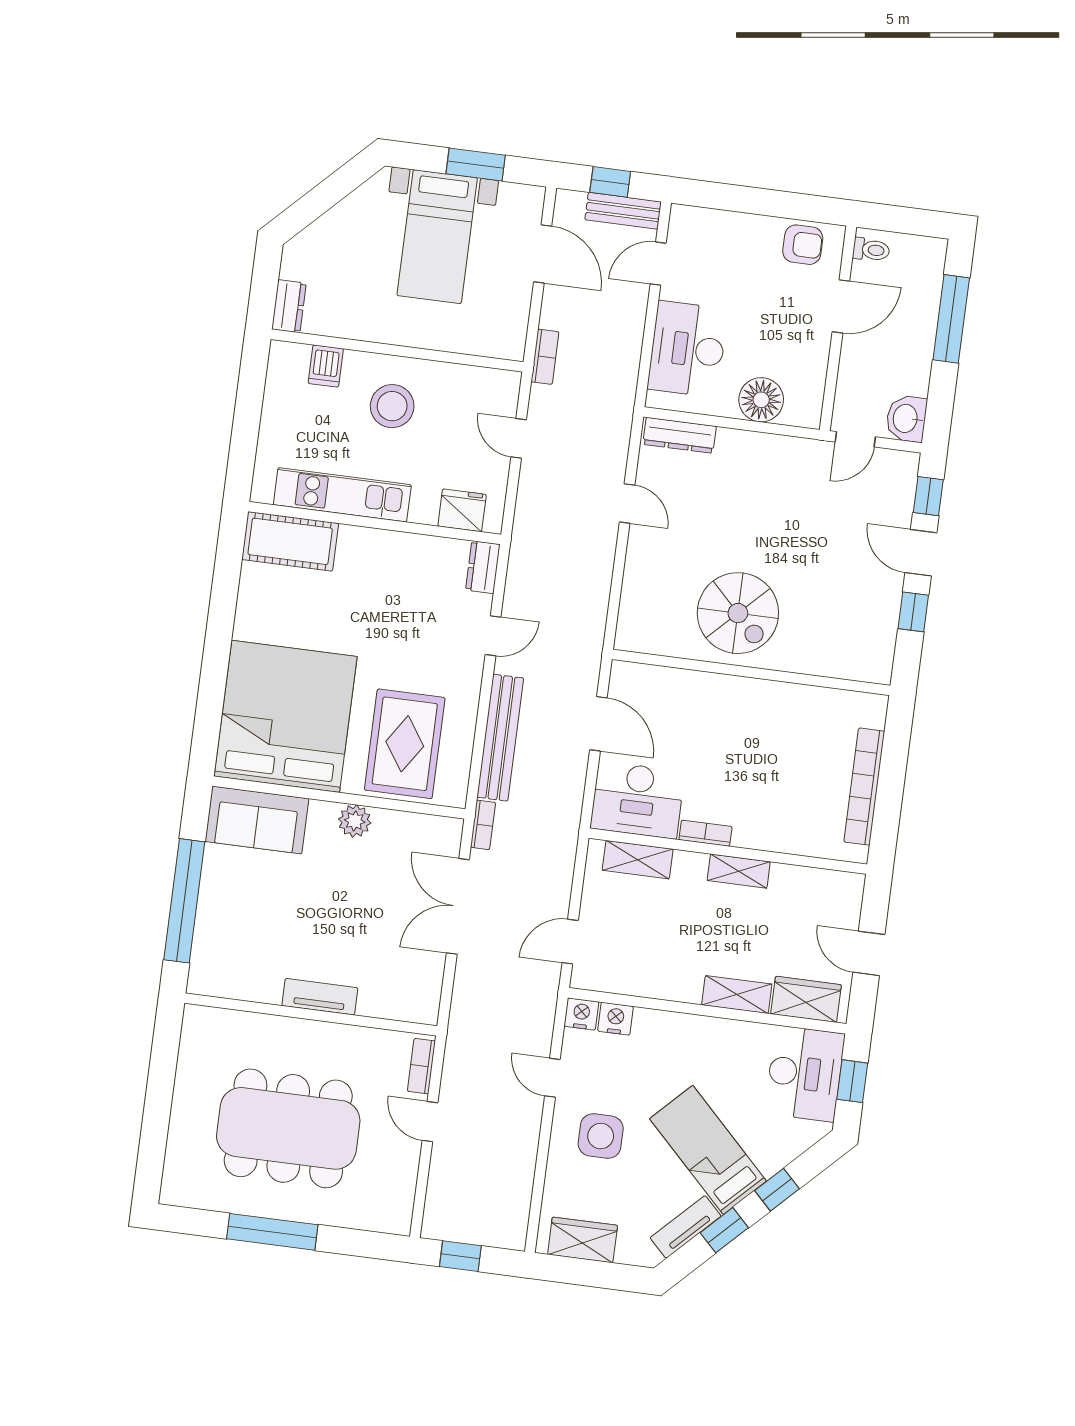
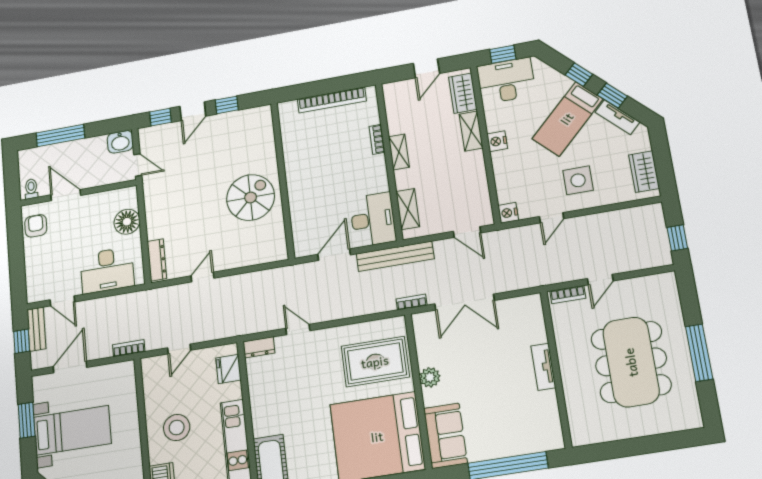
bench: (500, 738) -> (395, 256), moved
bookcase: (705, 833) -> (377, 139), moved
nightstand: (616, 1019) -> (497, 141), moved

